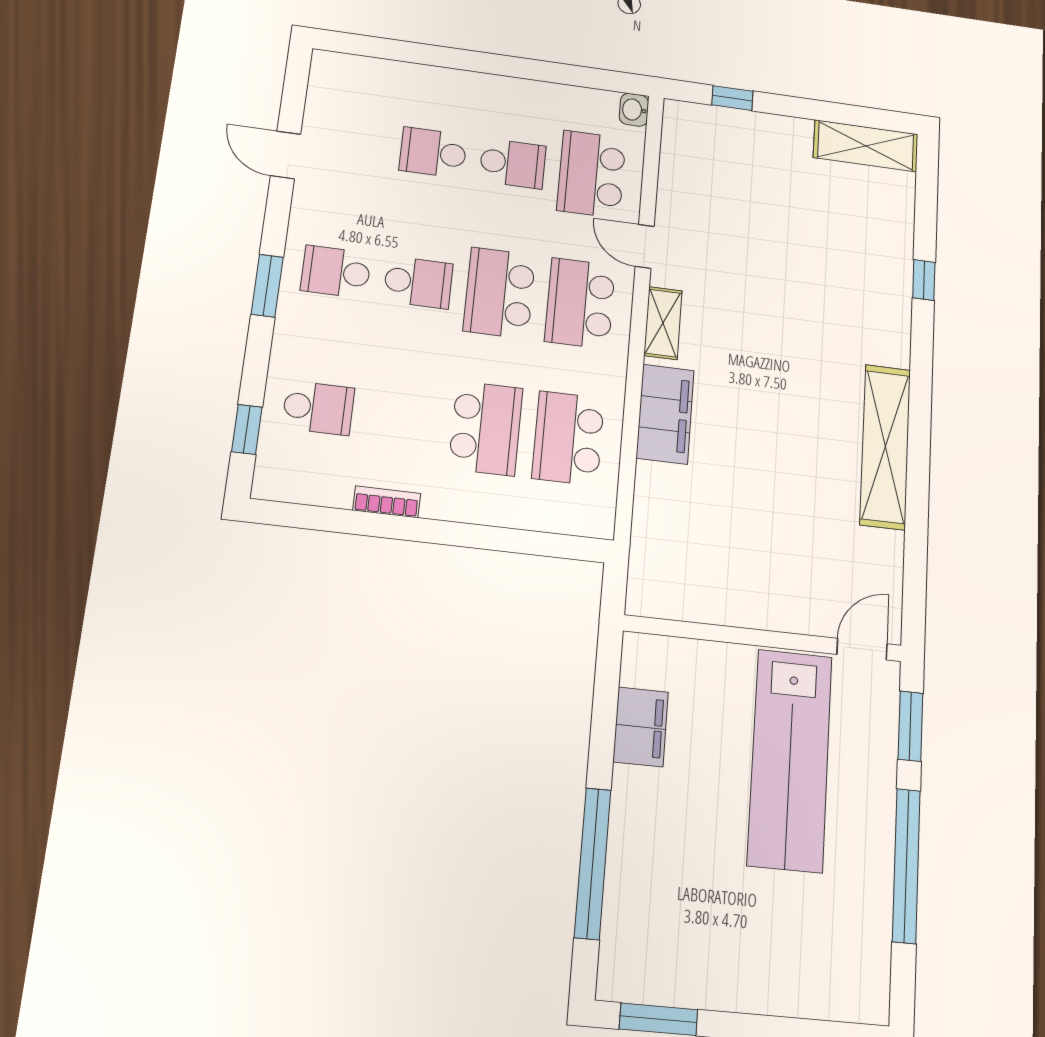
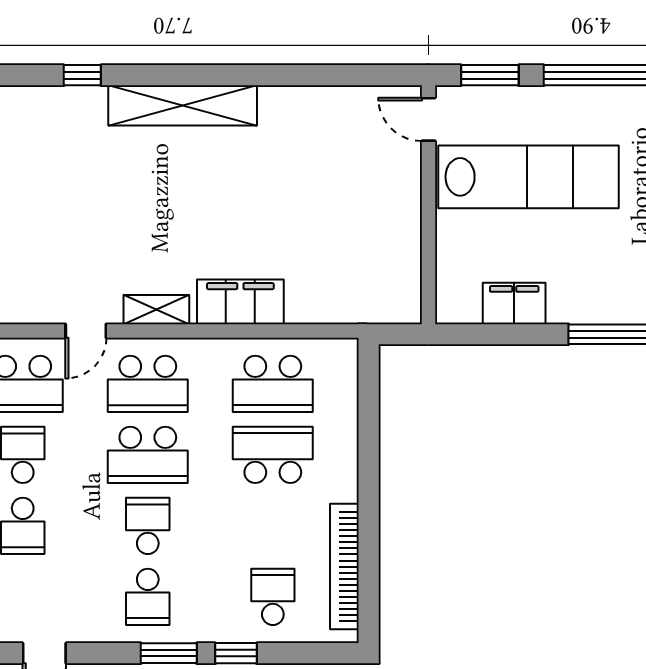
window: (247, 429) -> (236, 653), moved
shelving: (885, 447) -> (183, 105), moved
bookcase: (387, 502) -> (344, 567), width x2.31, depth x1.31

